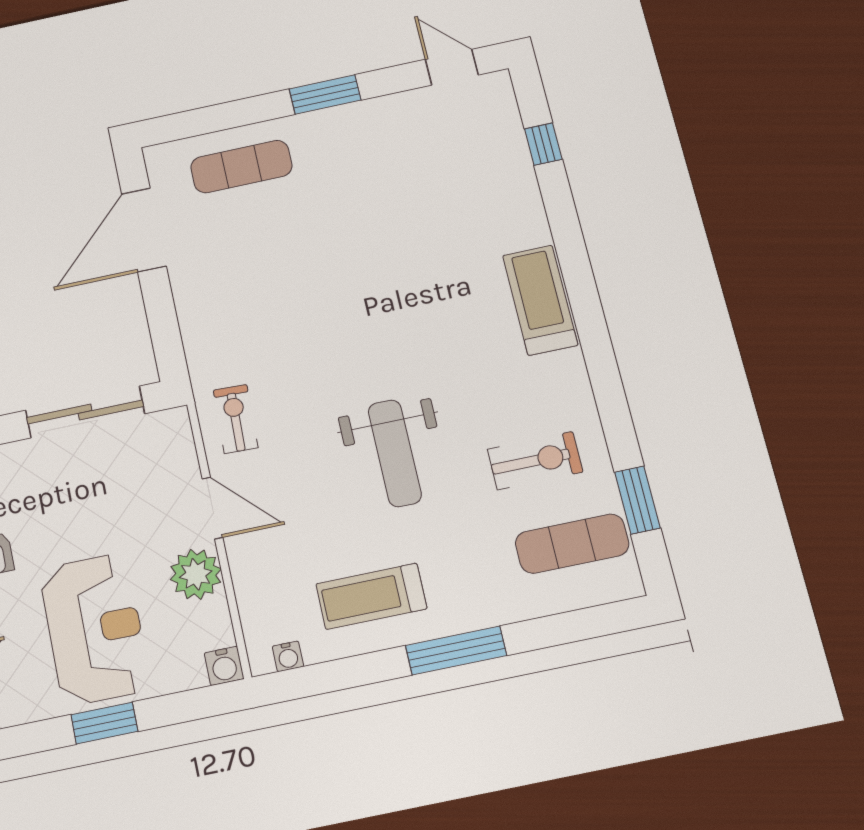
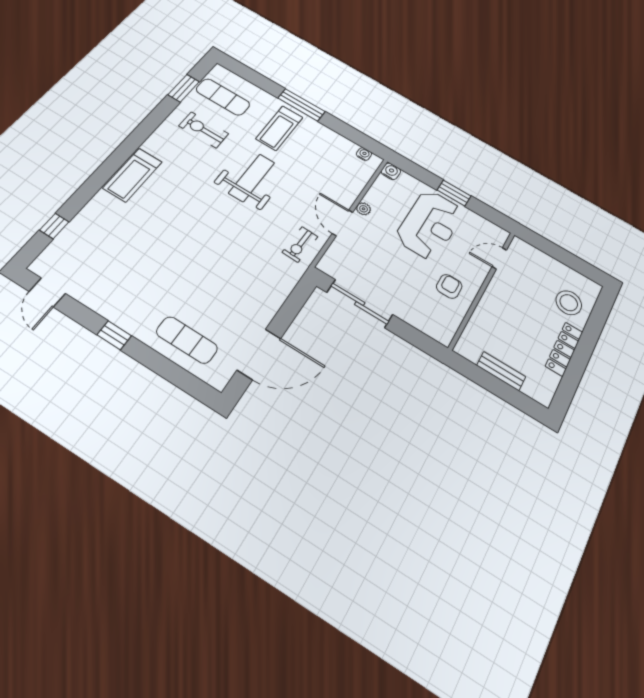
window: (325, 94) -> (114, 335), width x0.67
plant: (196, 574) -> (364, 209), width x0.53, depth x0.53
treadmill: (371, 596) -> (279, 128), moved, turned 90
reception desk: (95, 629) -> (430, 225), turned 180

